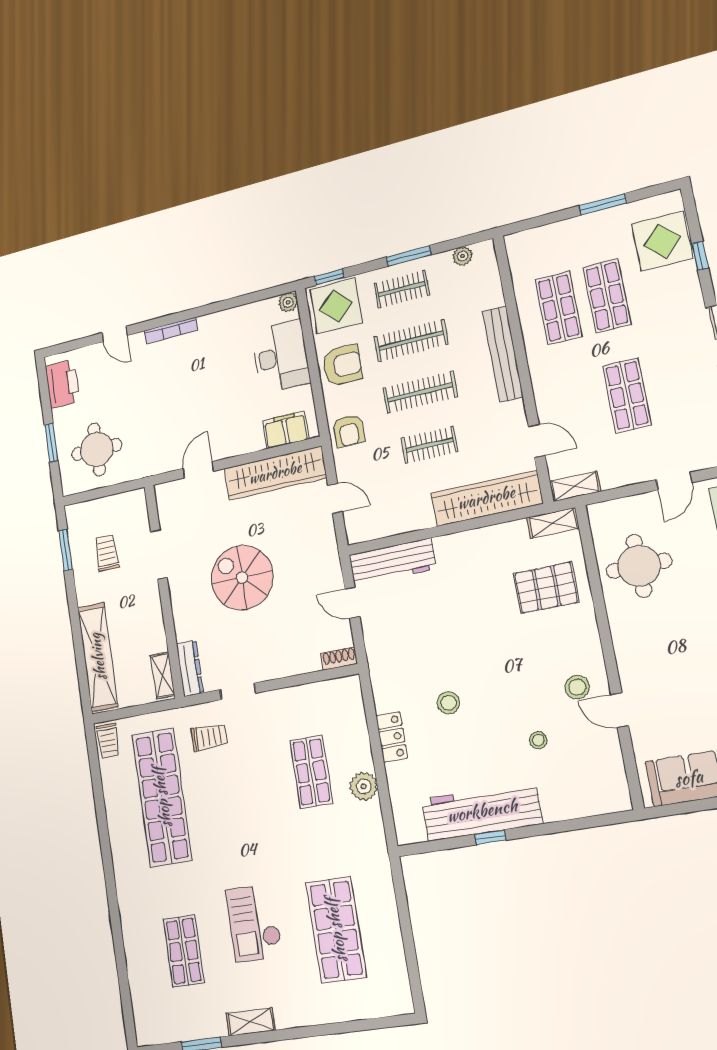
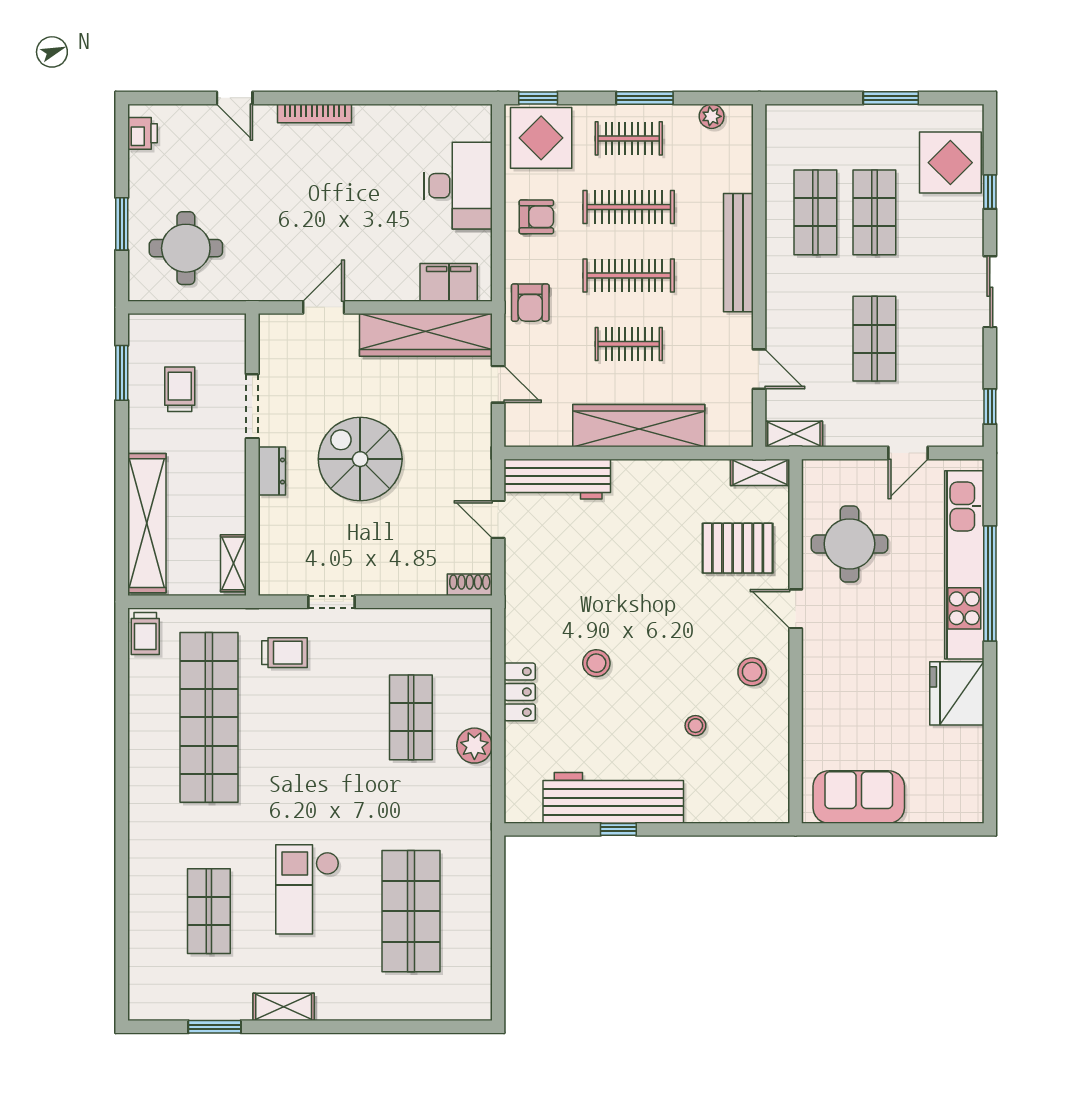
plant: (288, 302) -> (479, 117), removed
armchair: (342, 365) -> (536, 217), width x0.72, depth x0.72
printer: (62, 384) -> (142, 133), width x0.53, depth x0.68
wardrobe: (486, 498) -> (639, 426), moved
dresser: (190, 668) -> (272, 471), moved, width x0.70
door: (620, 710) -> (796, 609), moved

